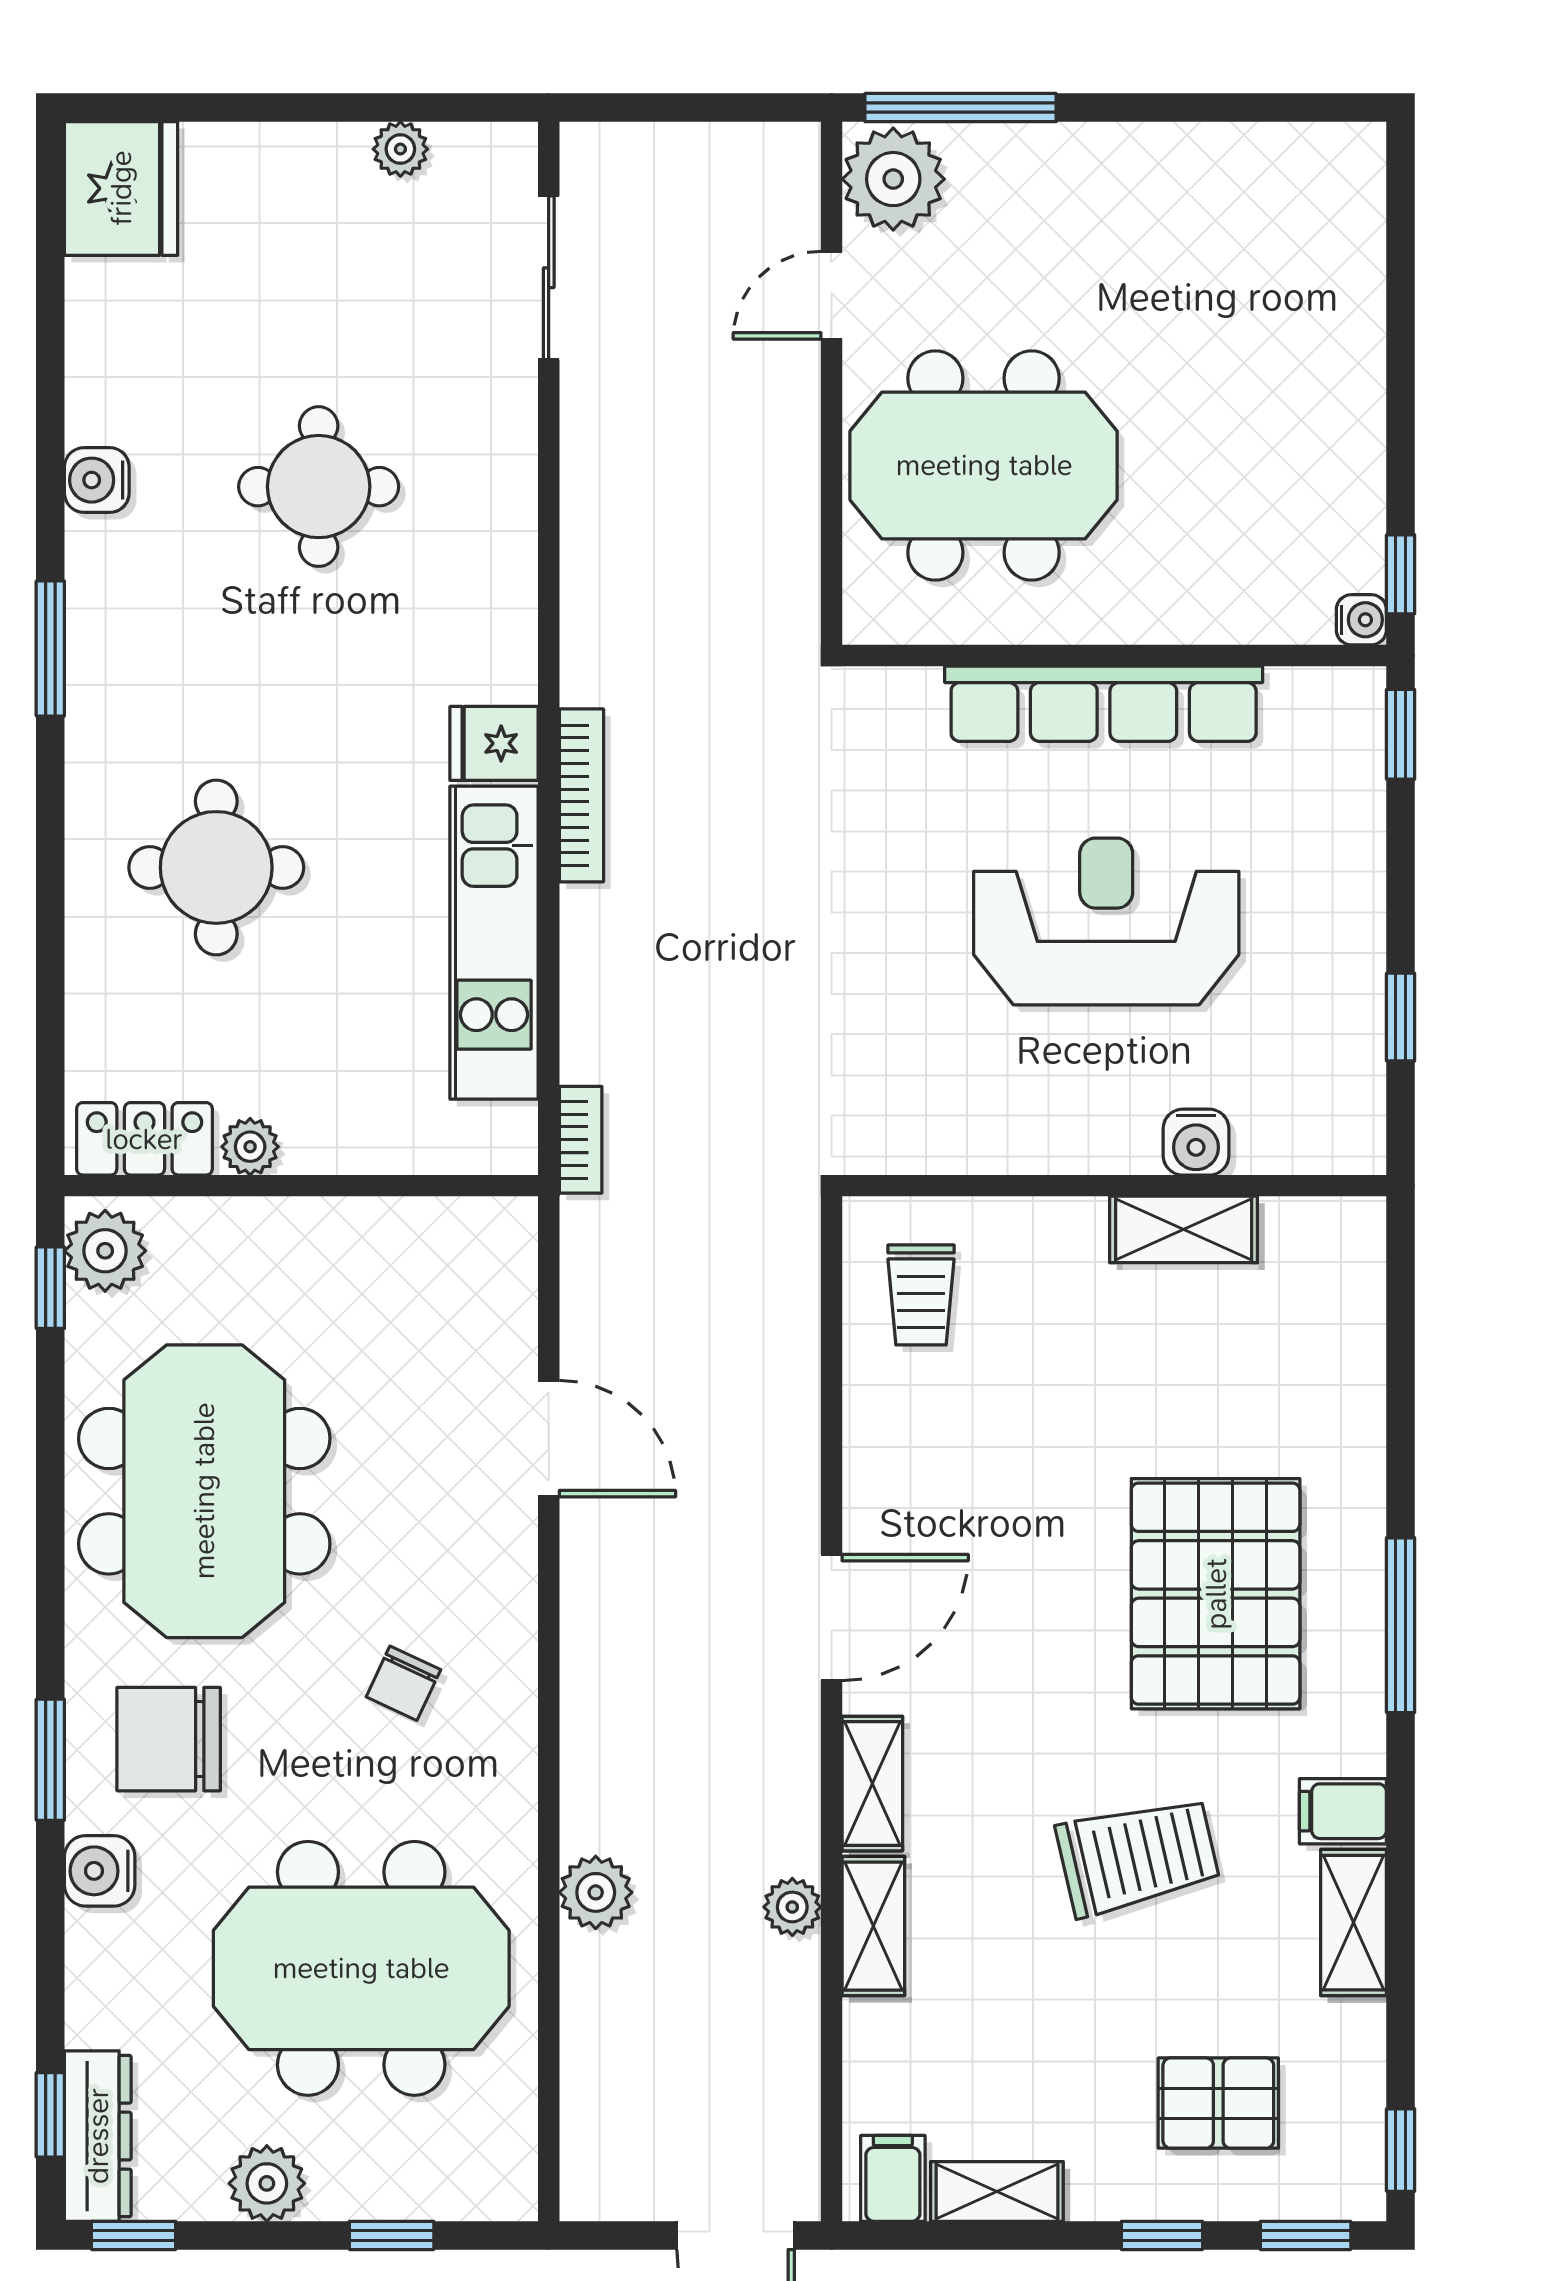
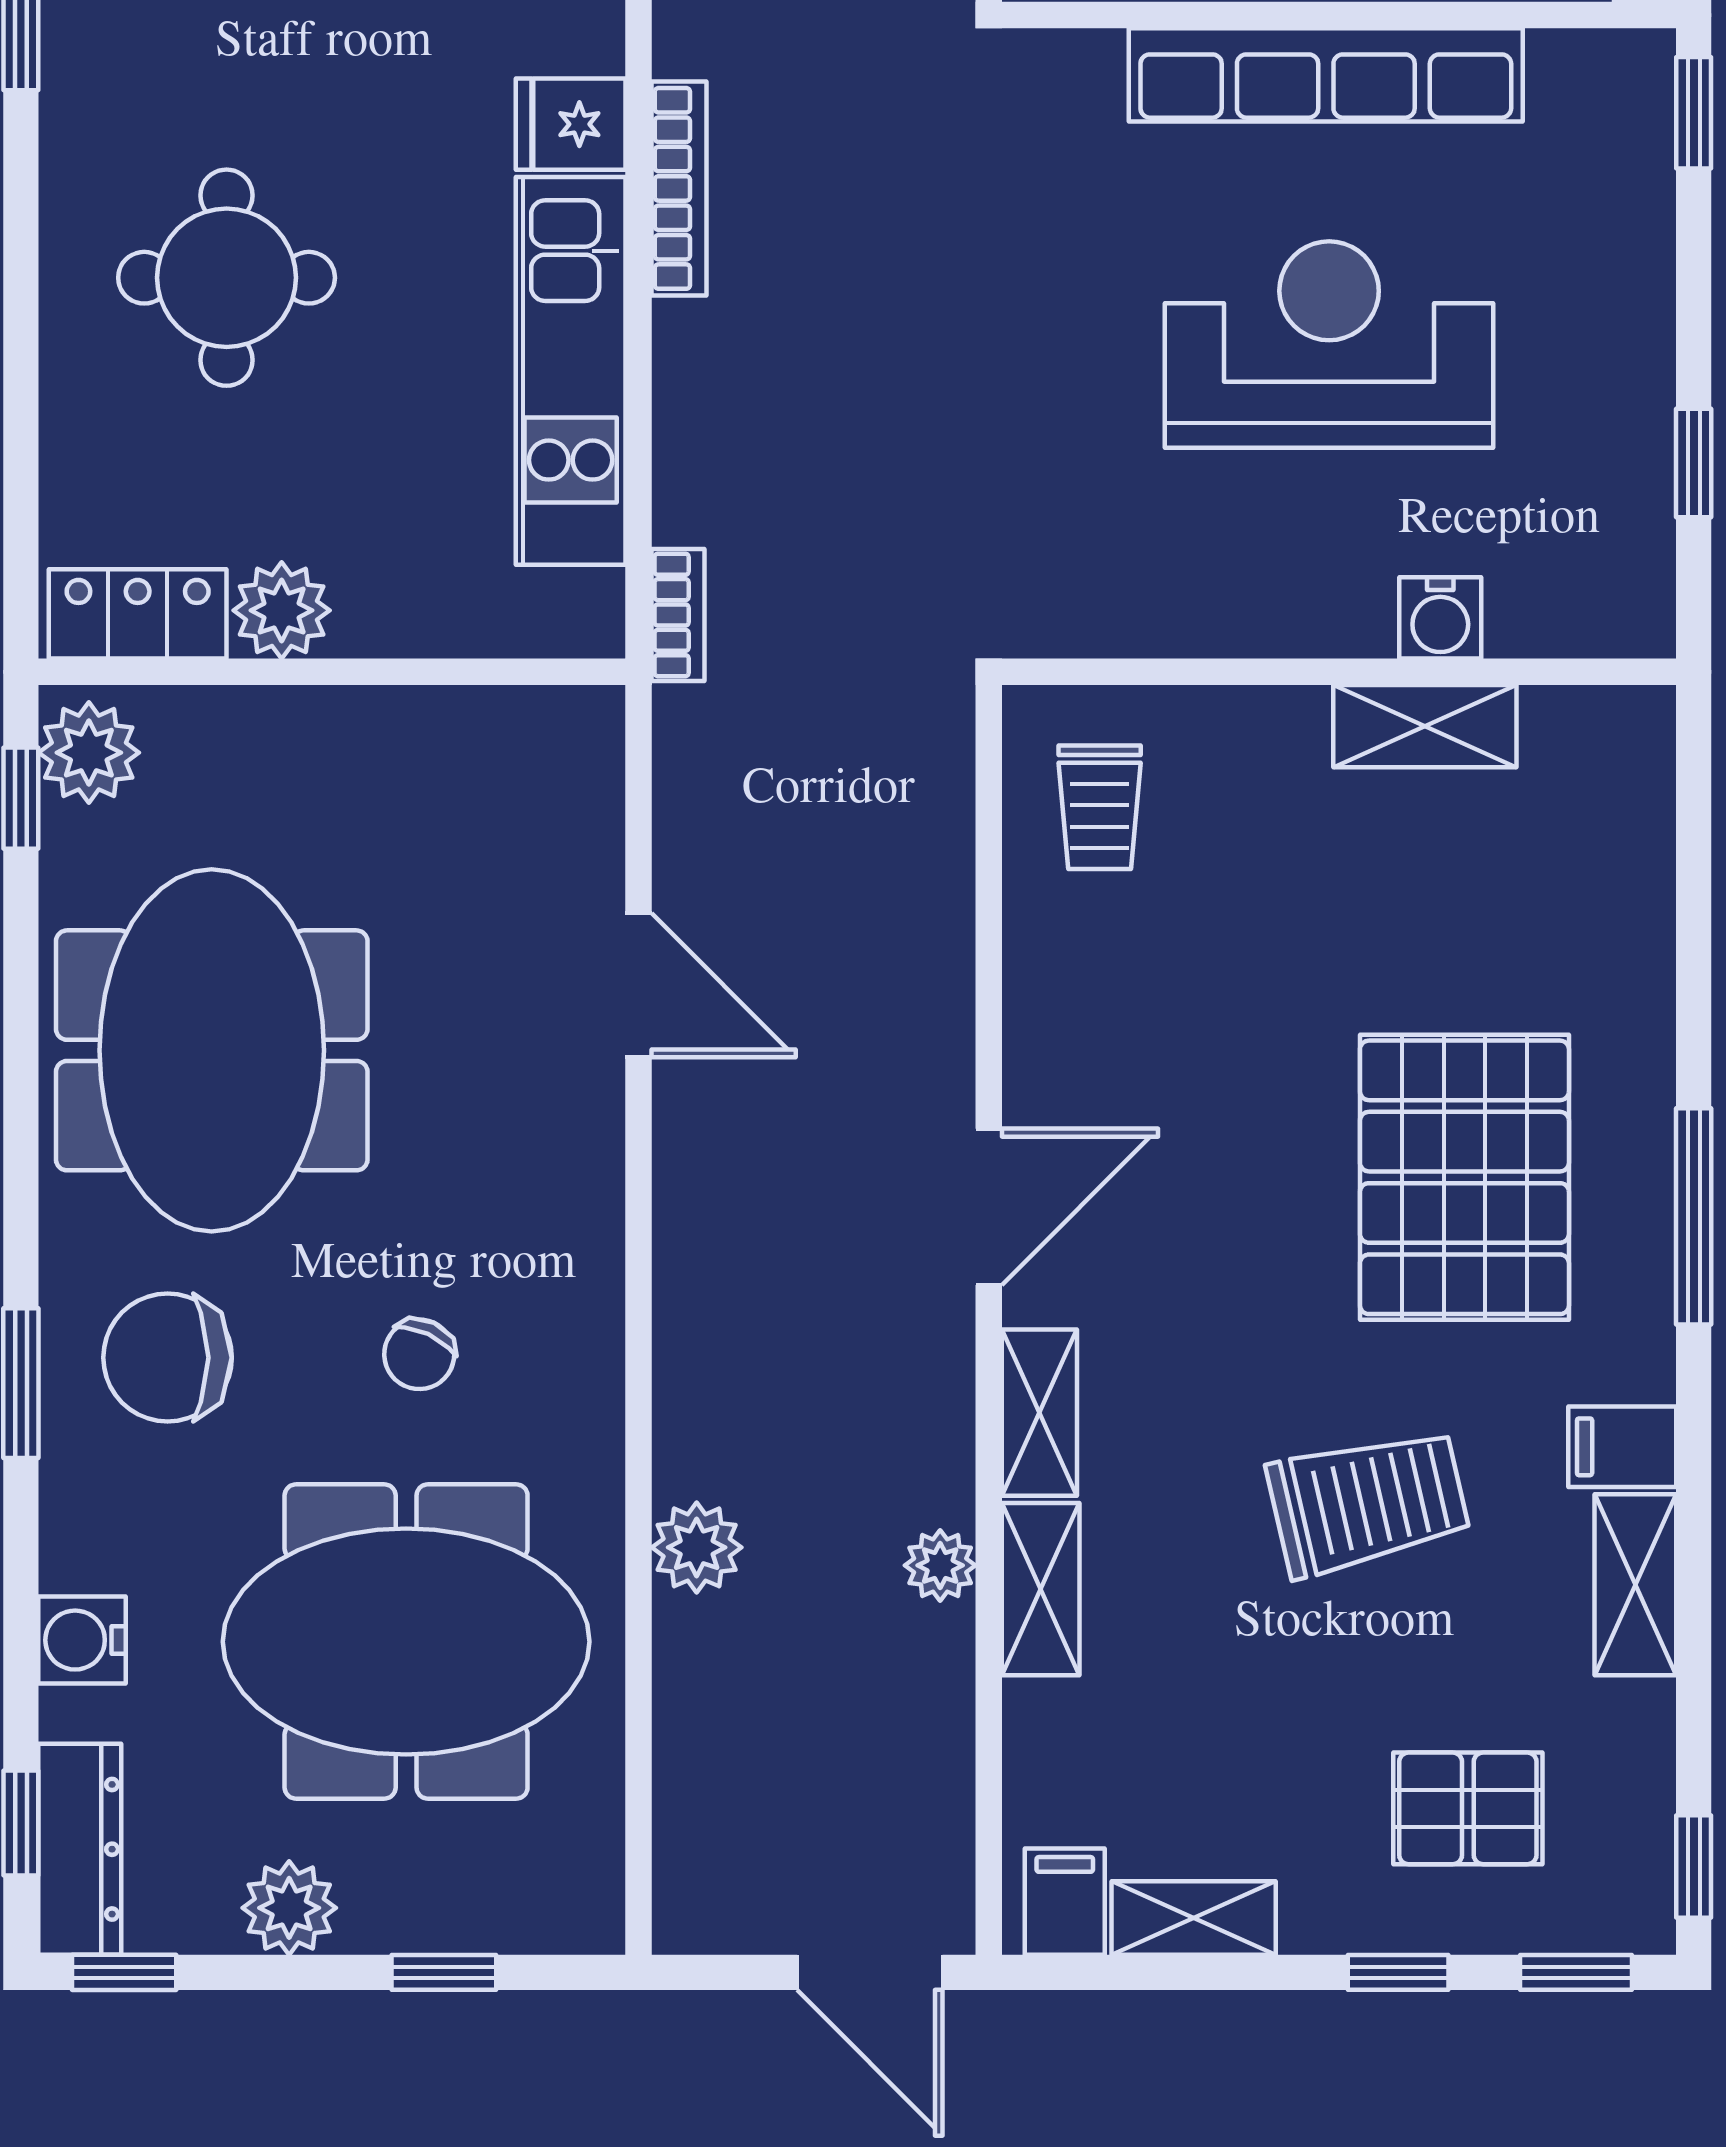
plant: (250, 1147) -> (282, 610), width x1.38, depth x1.38
chair: (403, 1683) -> (419, 1354), moved
water cooler: (100, 1871) -> (82, 1640), moved

